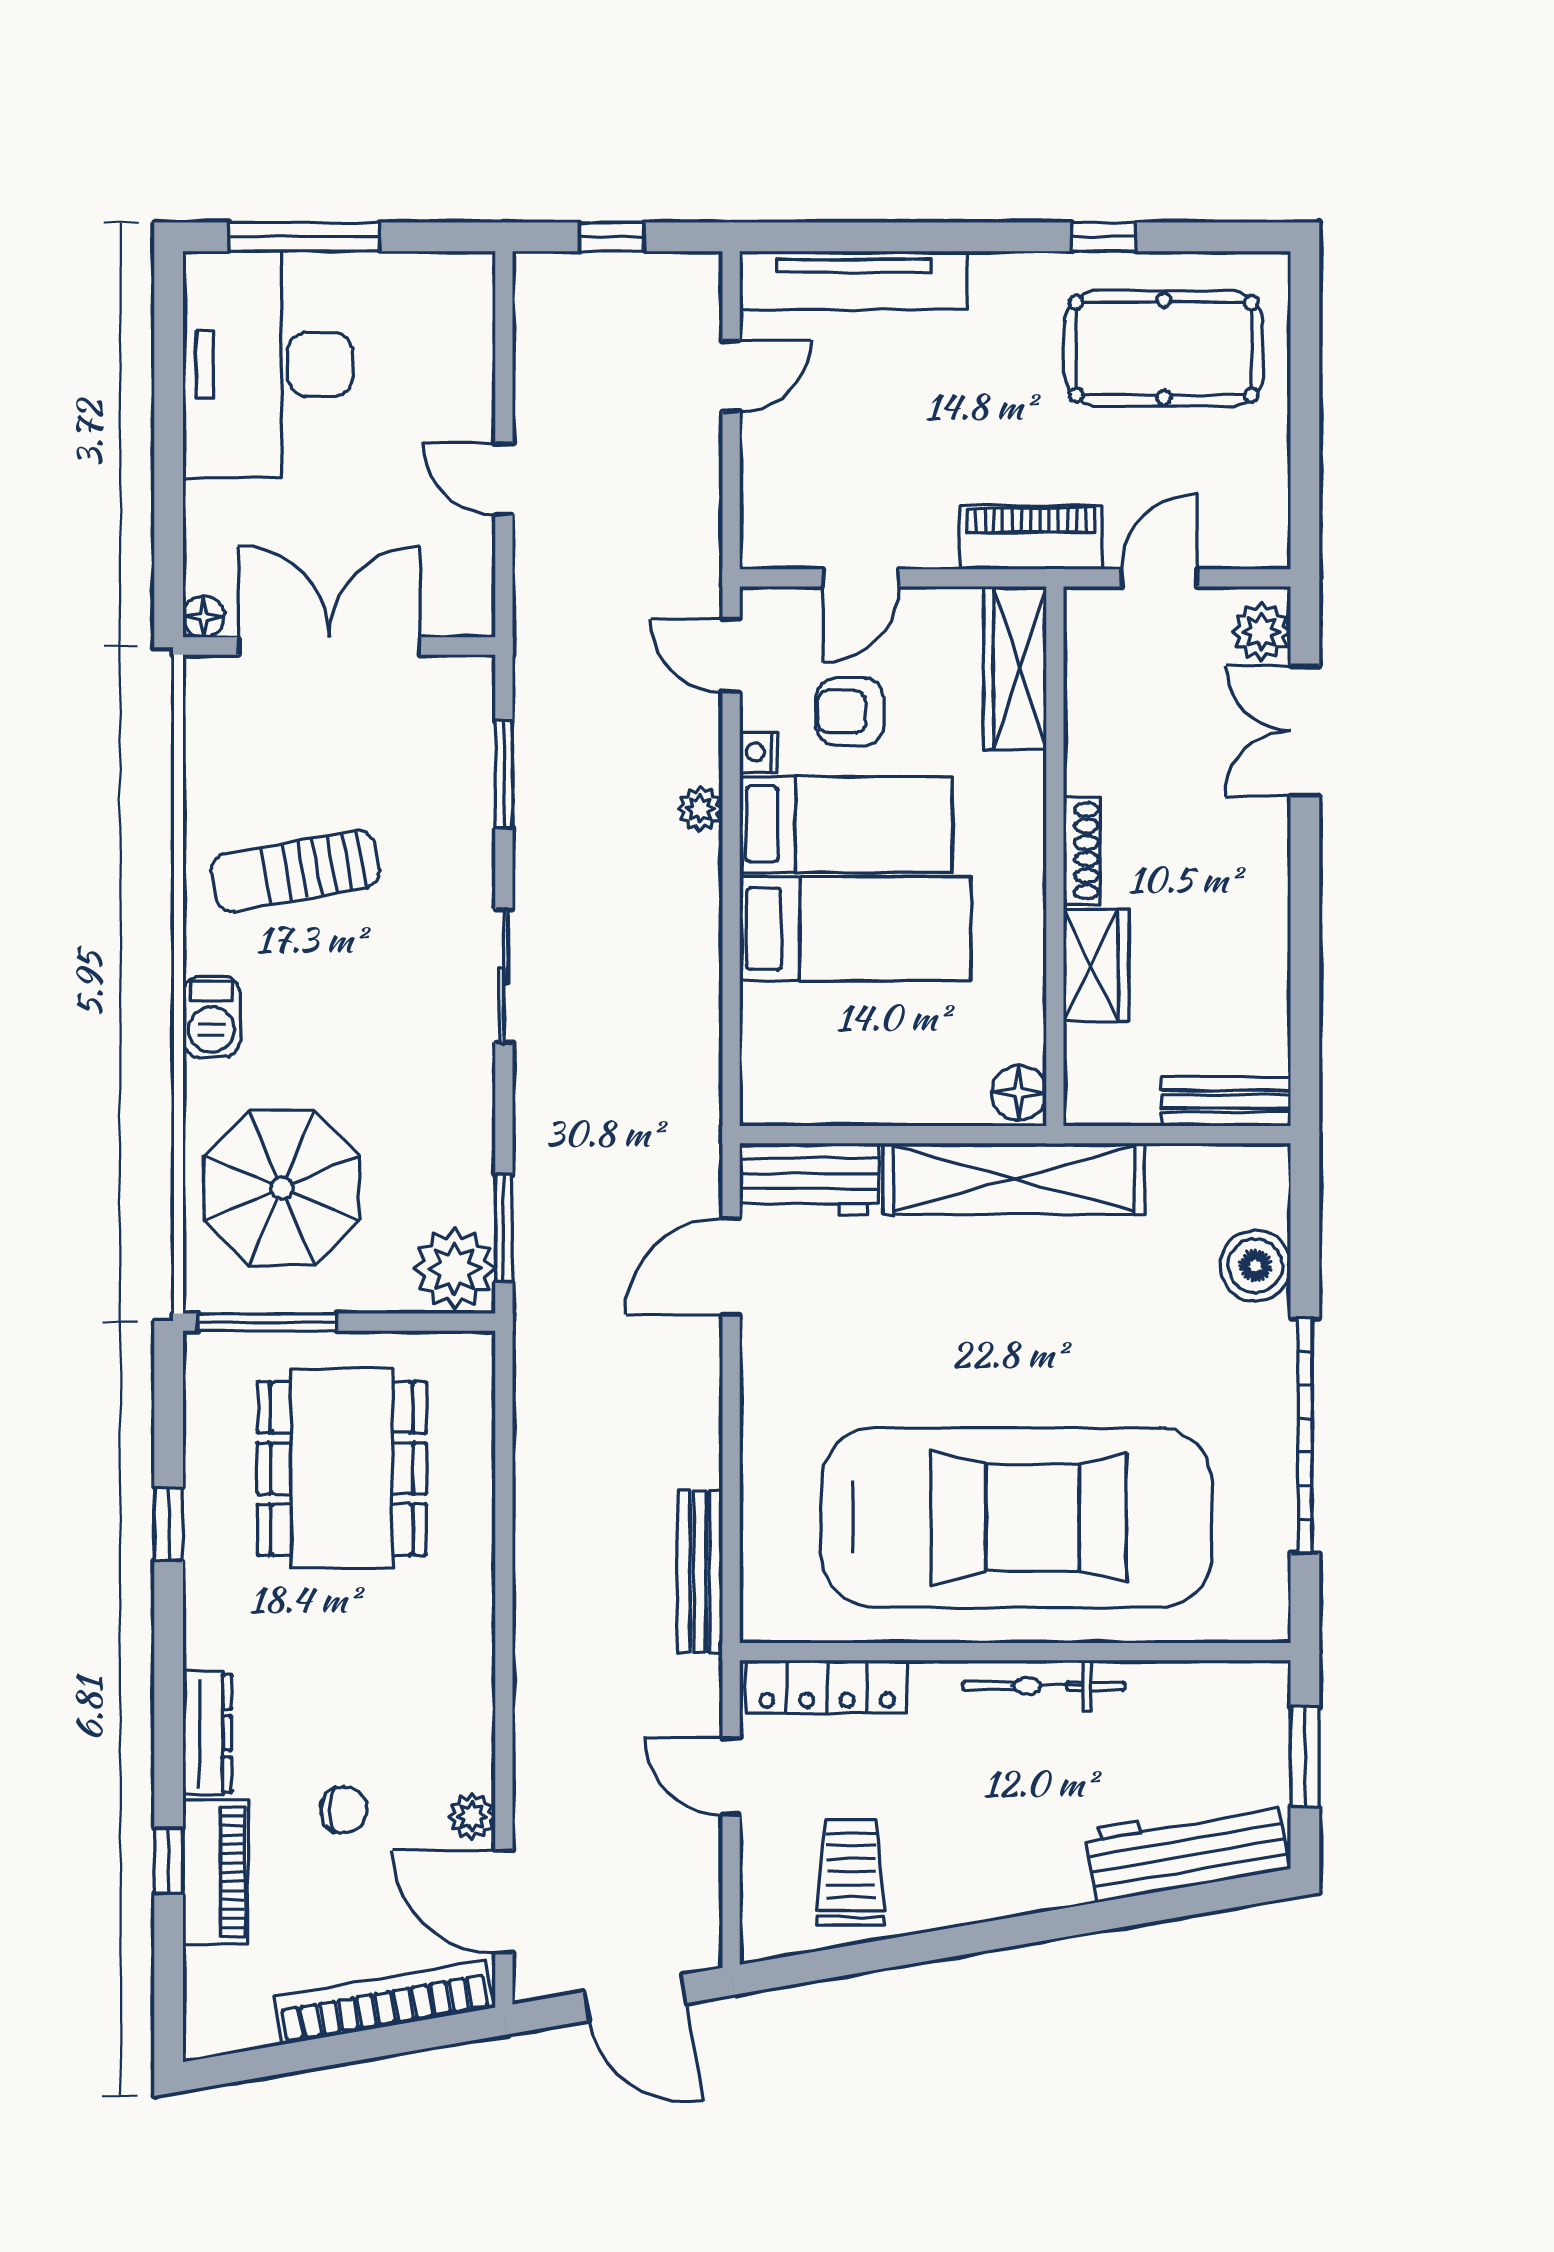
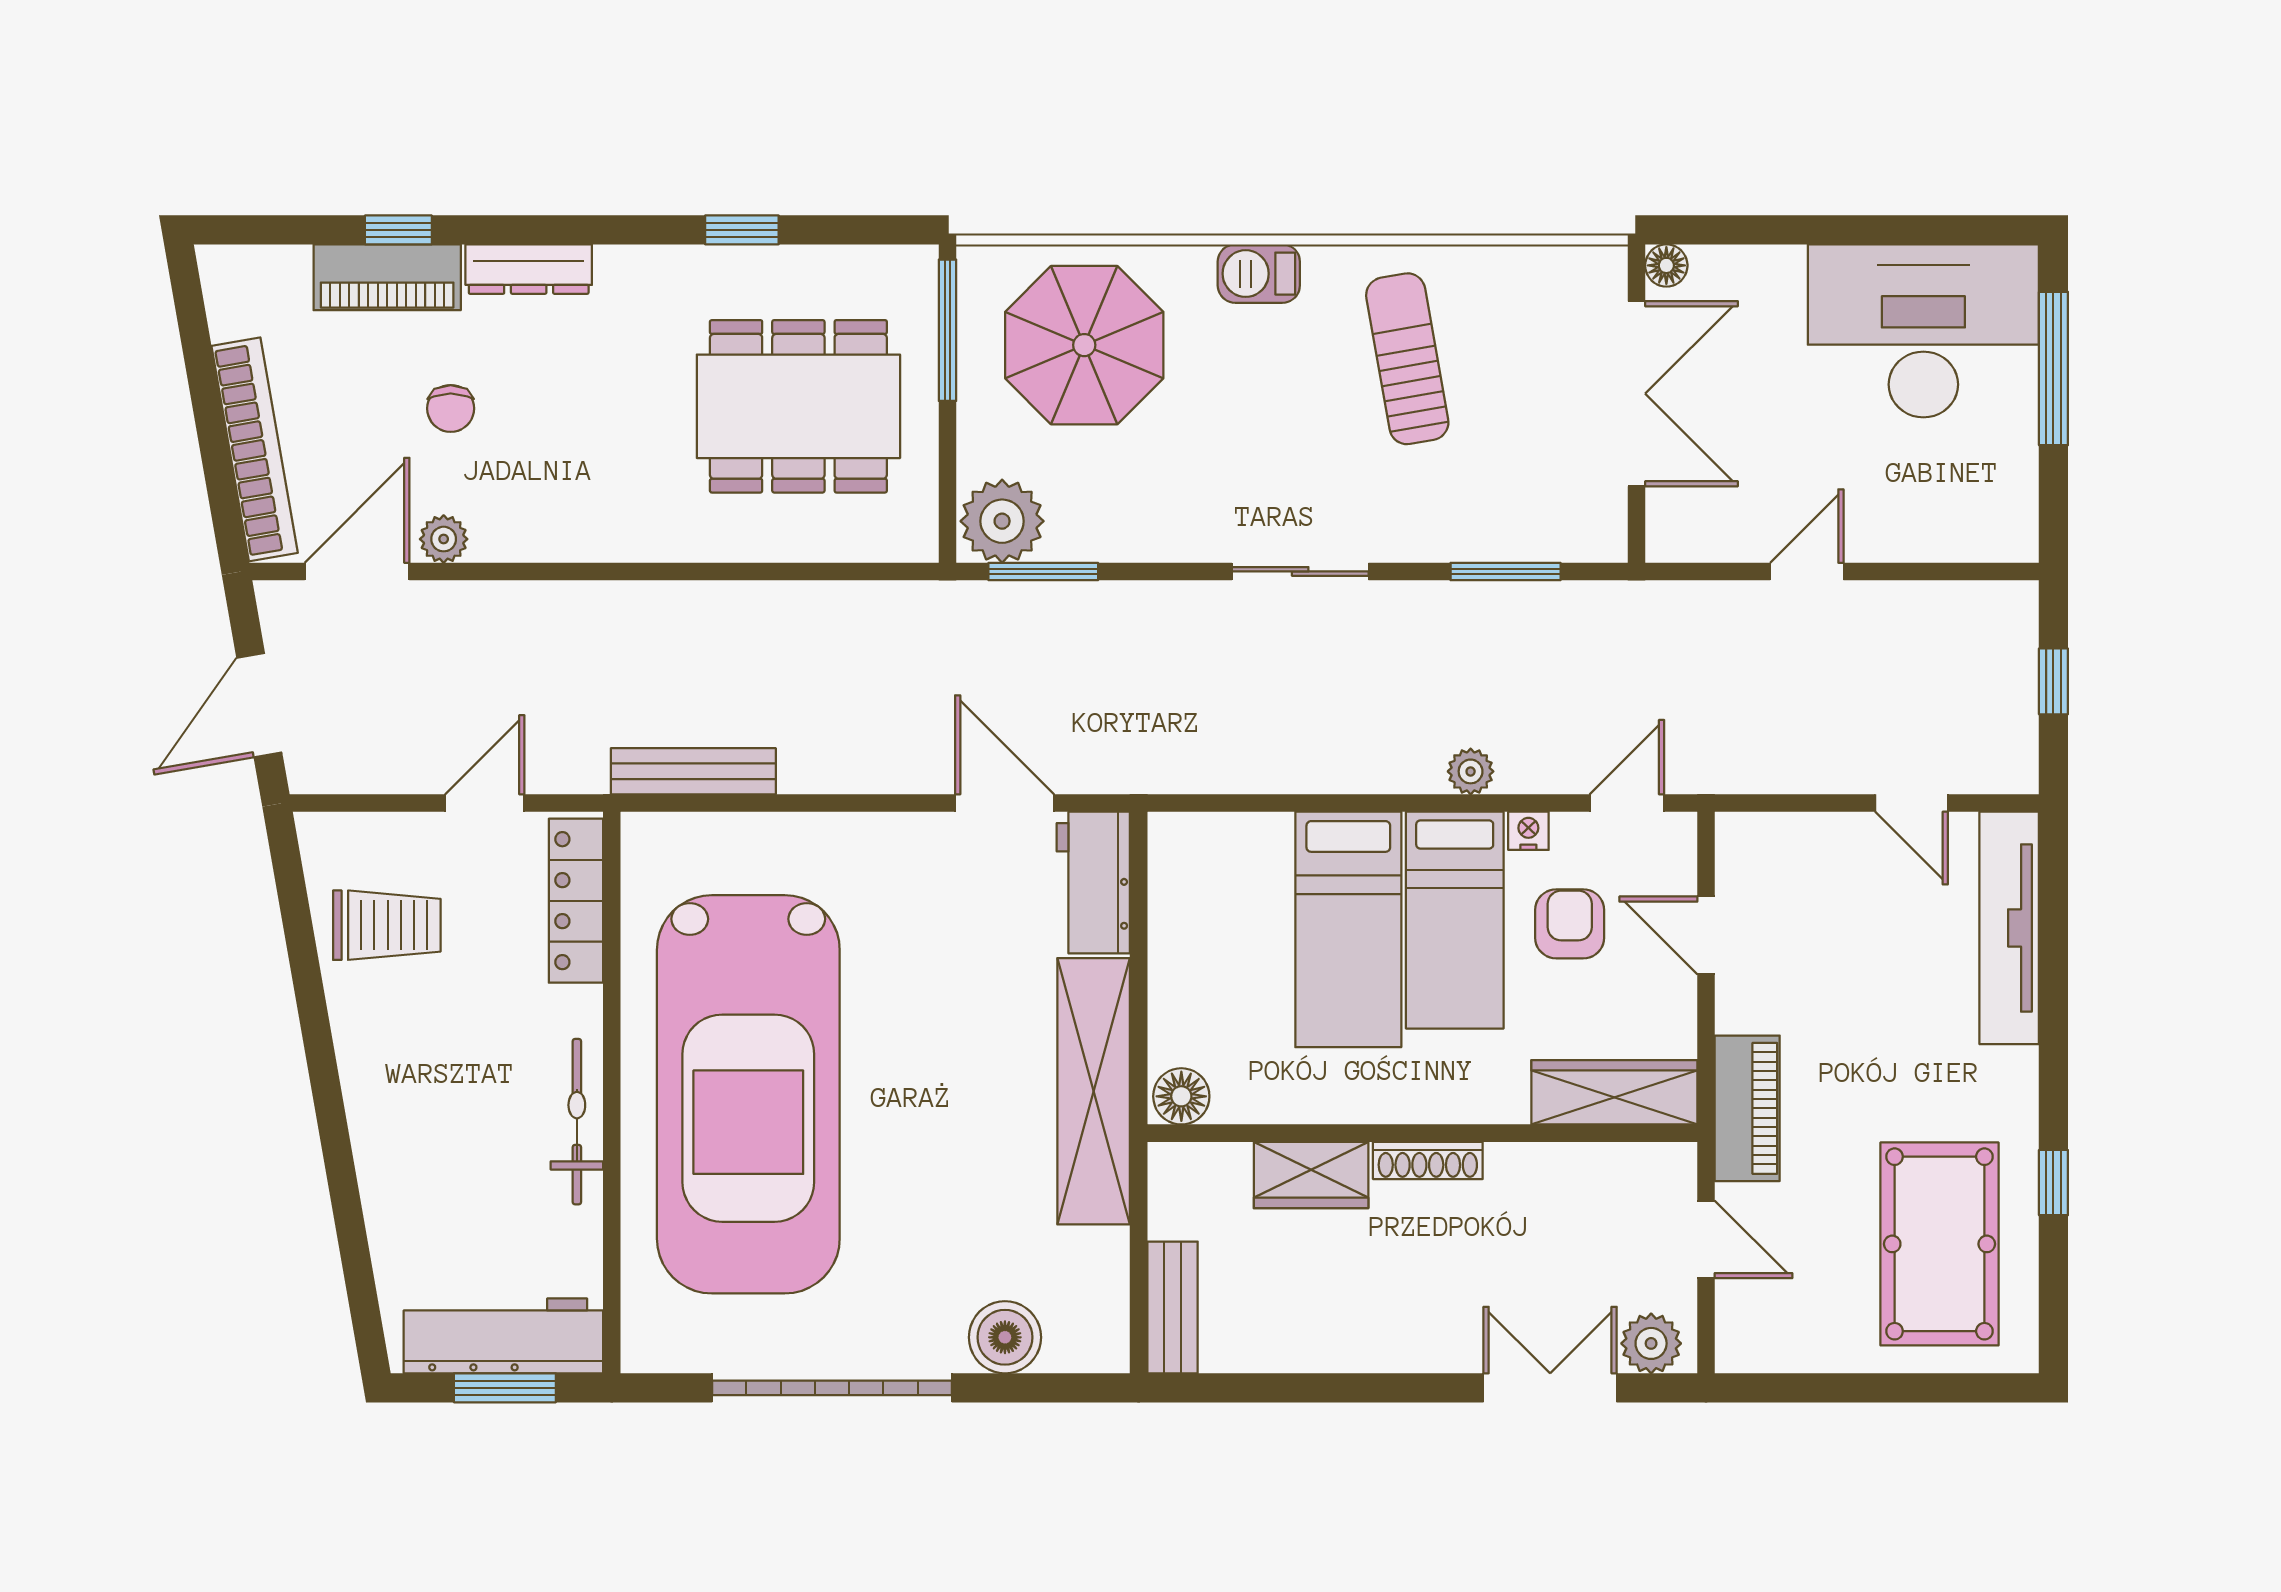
workbench: (1187, 1850) -> (503, 1336), moved, turned -80

